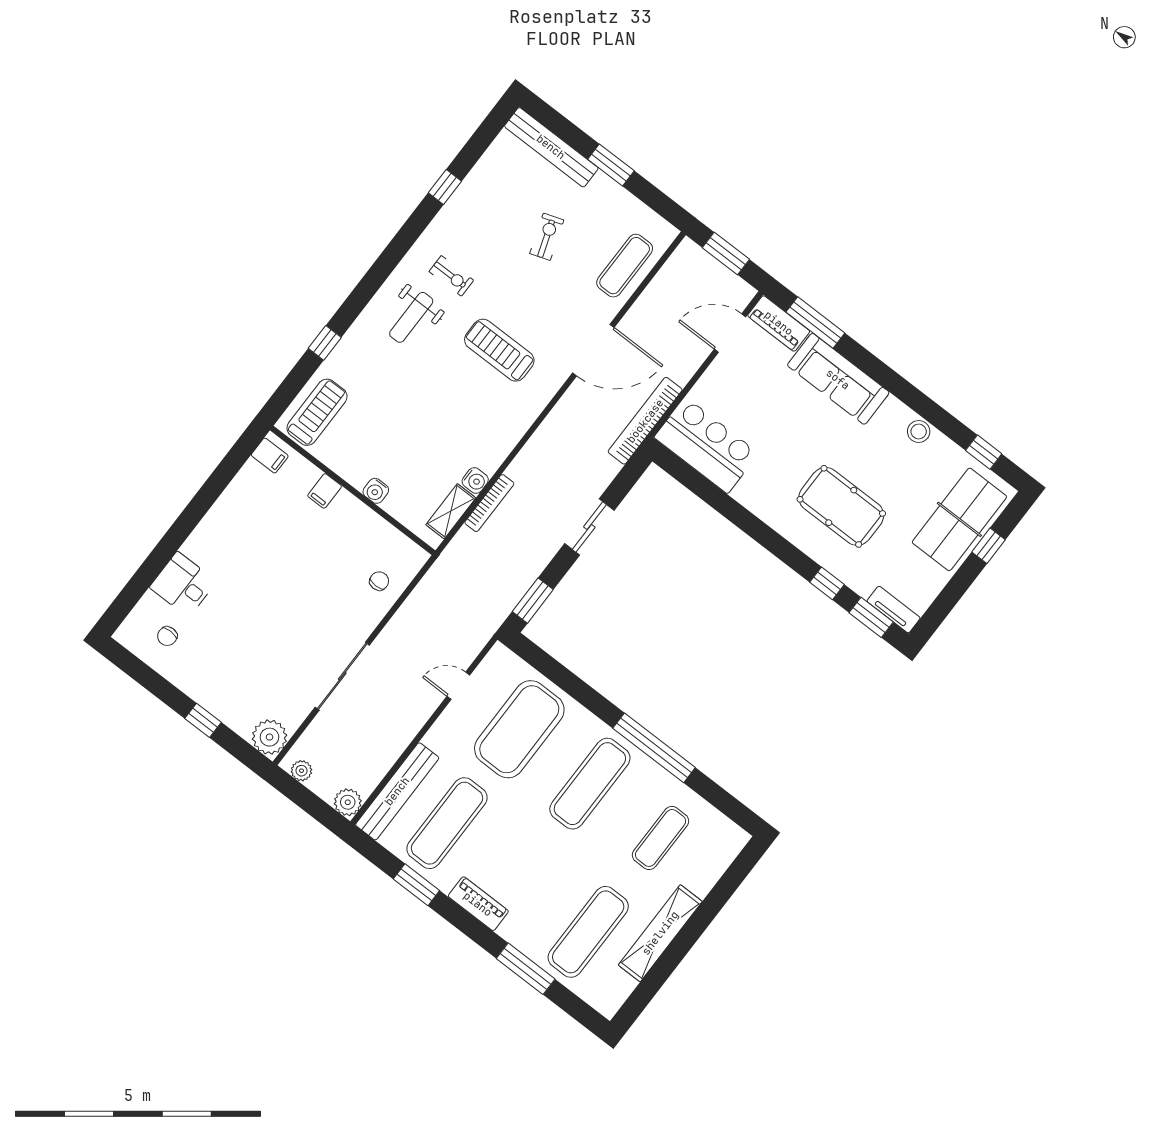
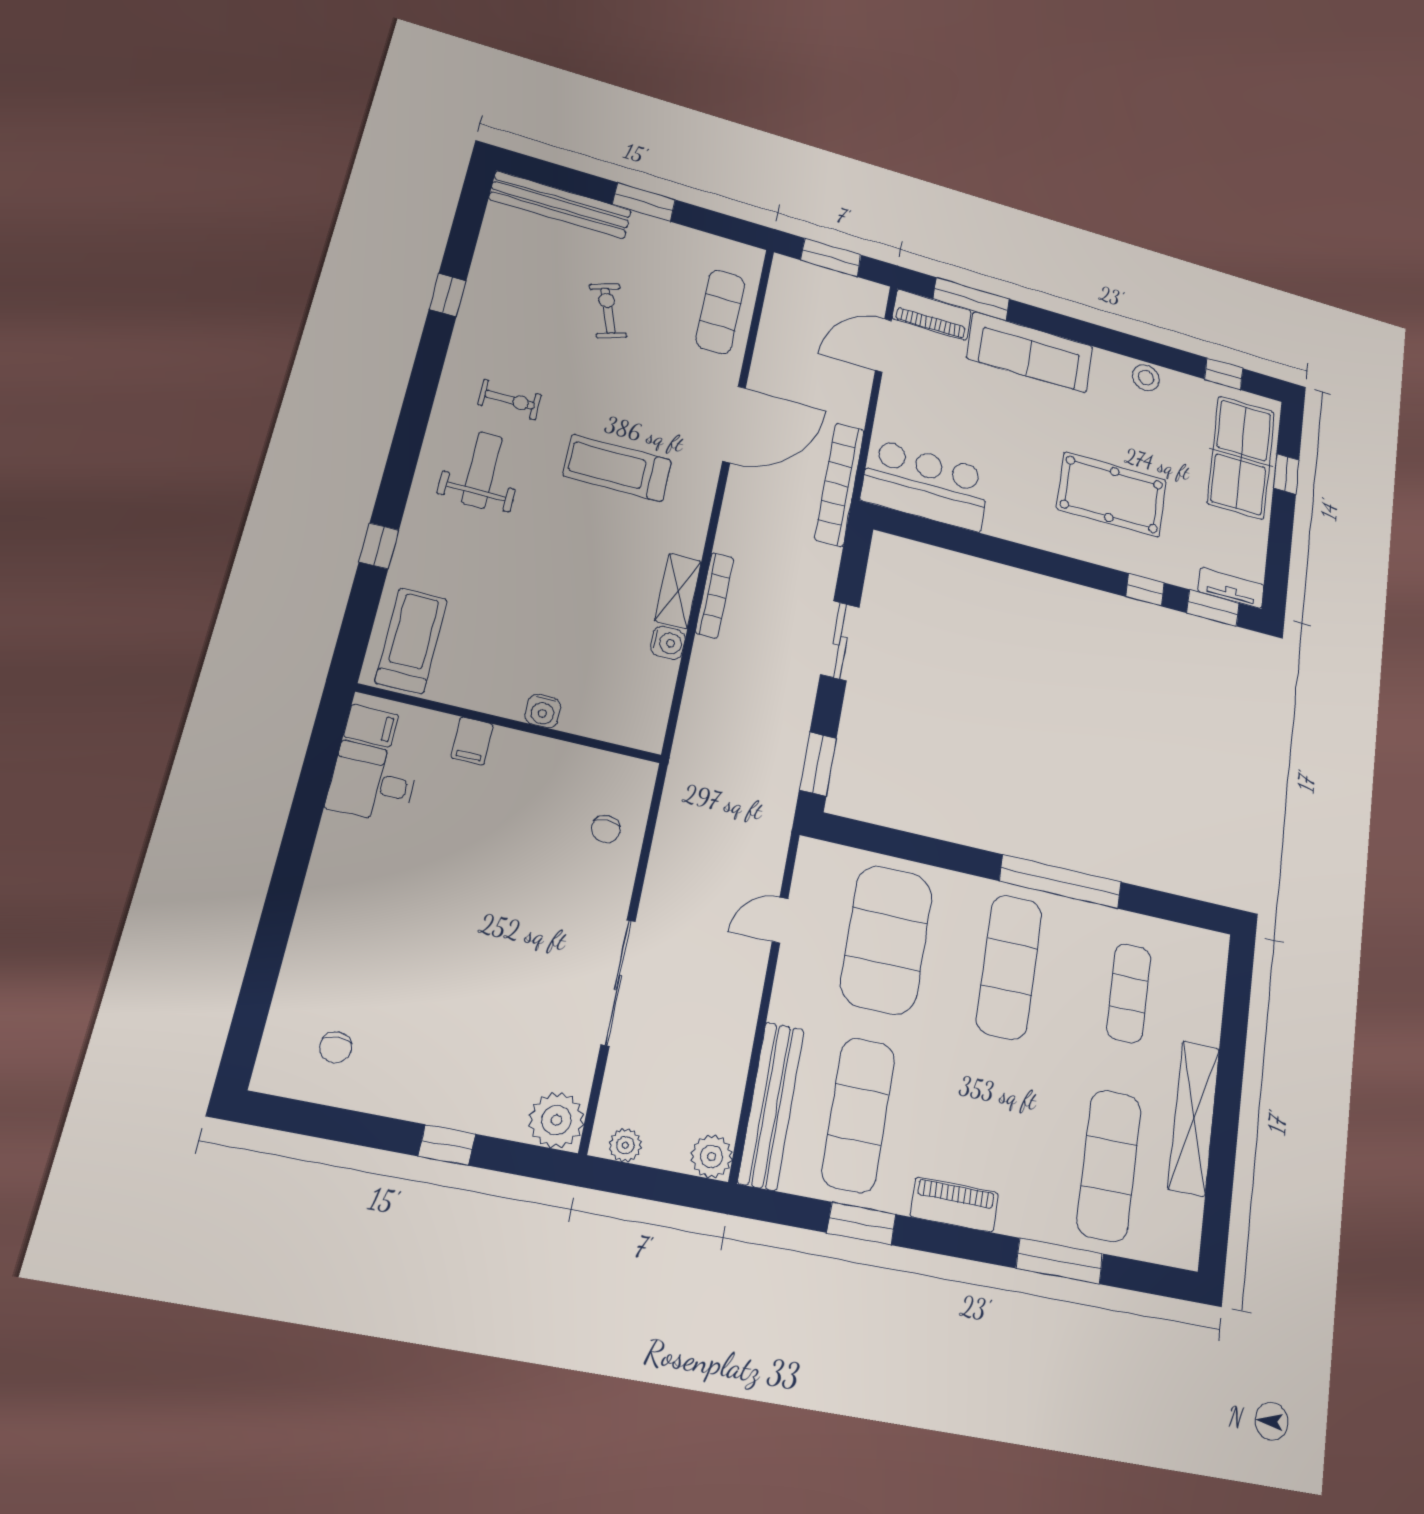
weight bench: (411, 317) -> (482, 470), turned 180
bookcase: (489, 503) -> (715, 595), moved
shelving: (451, 511) -> (678, 591), moved
chair: (379, 581) -> (606, 829), turned 180
desk: (183, 584) -> (372, 783), moved

